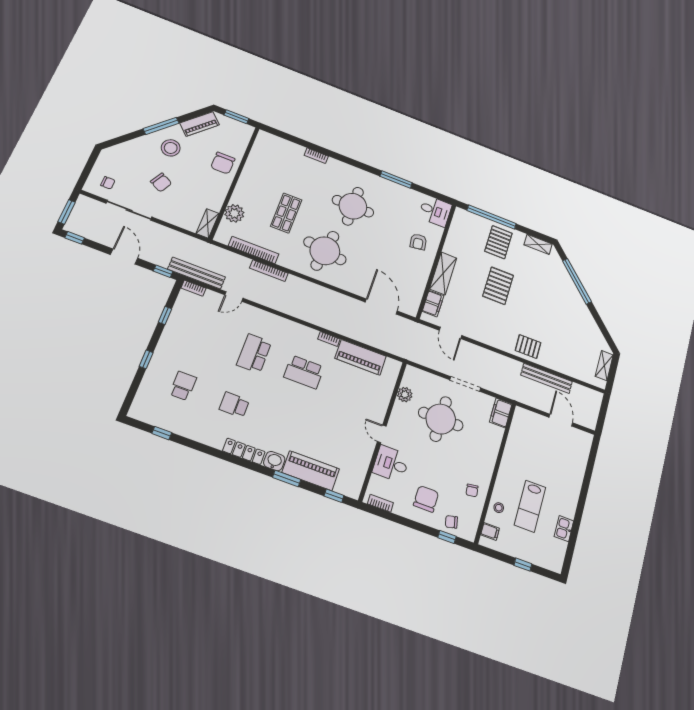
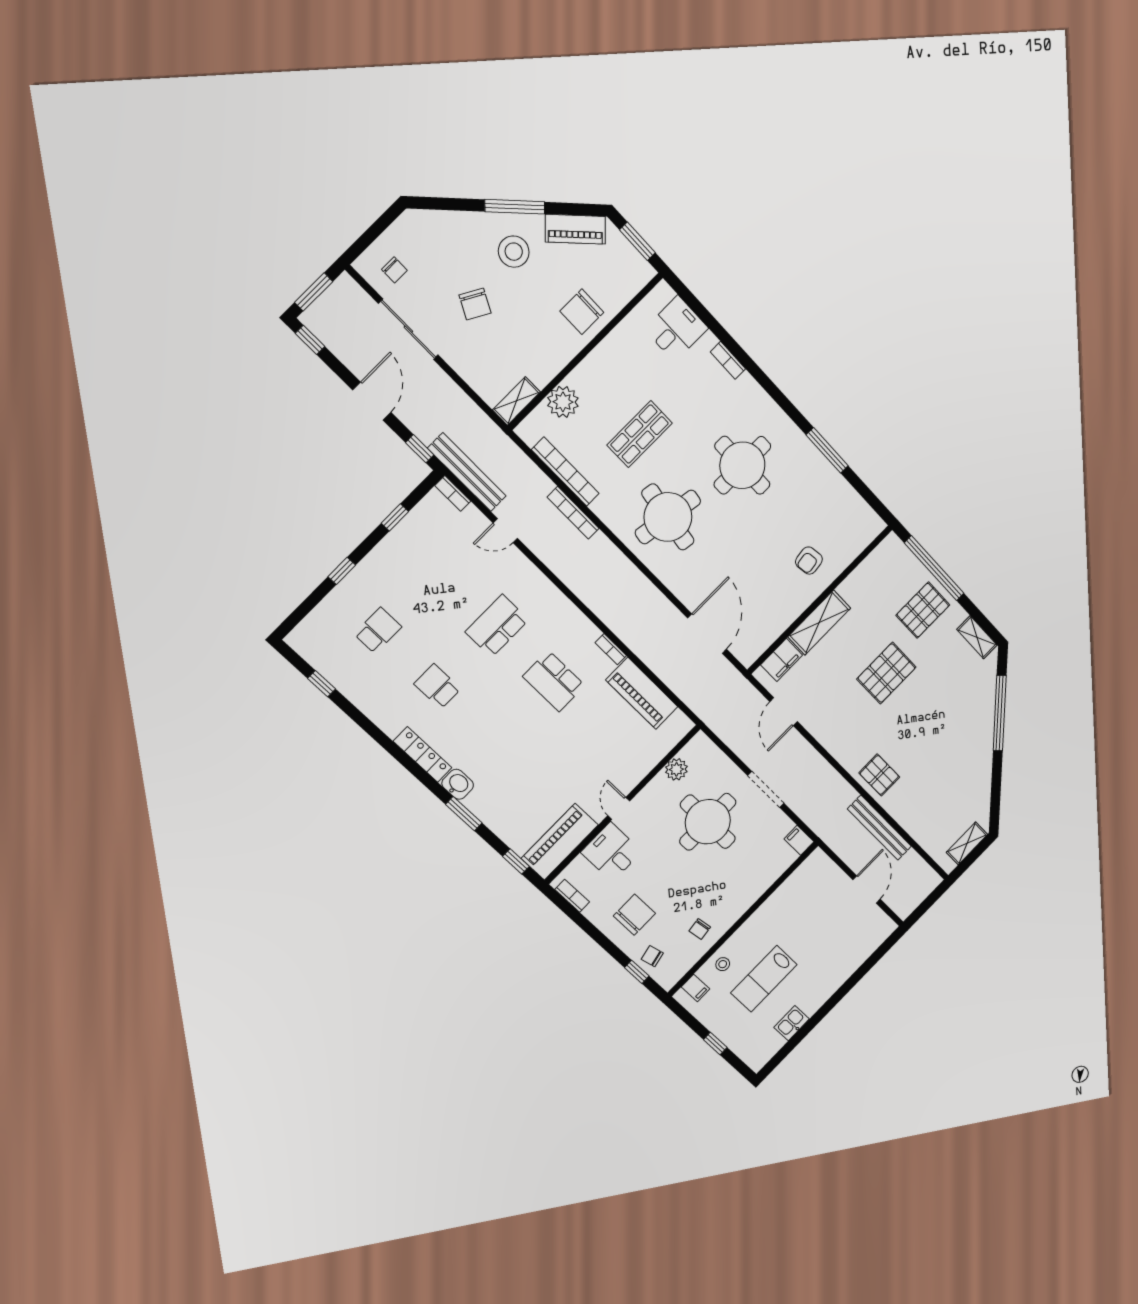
desk: (435, 211) -> (676, 329), moved, turned -90
filing cabinet: (501, 413) -> (799, 840), width x0.50
piano: (311, 471) -> (560, 842), moved, turned -90

